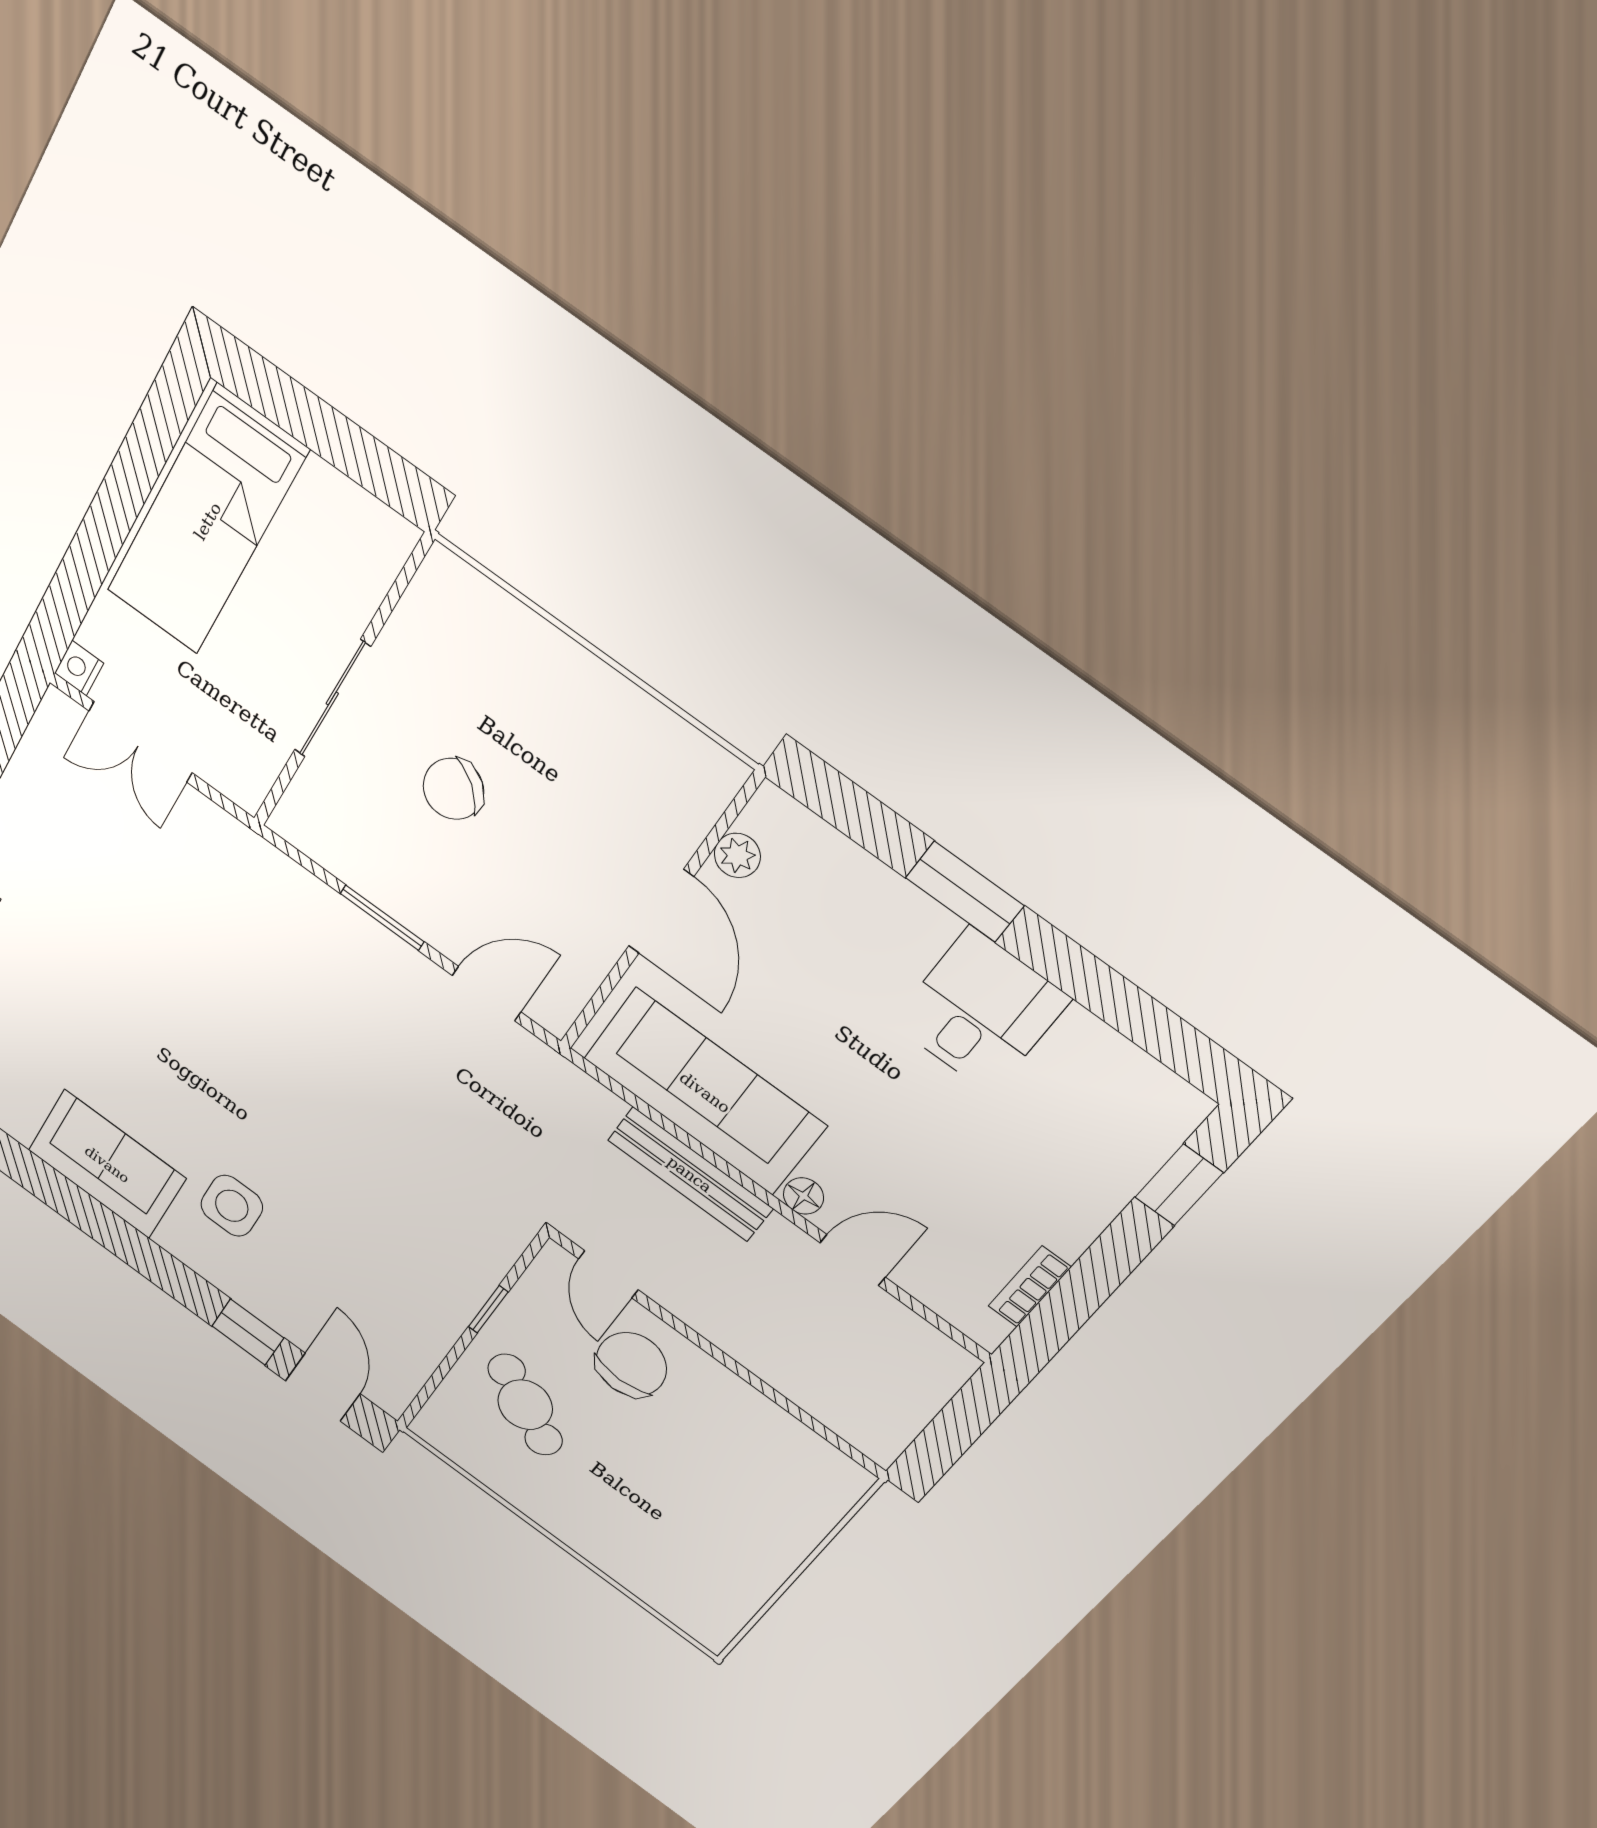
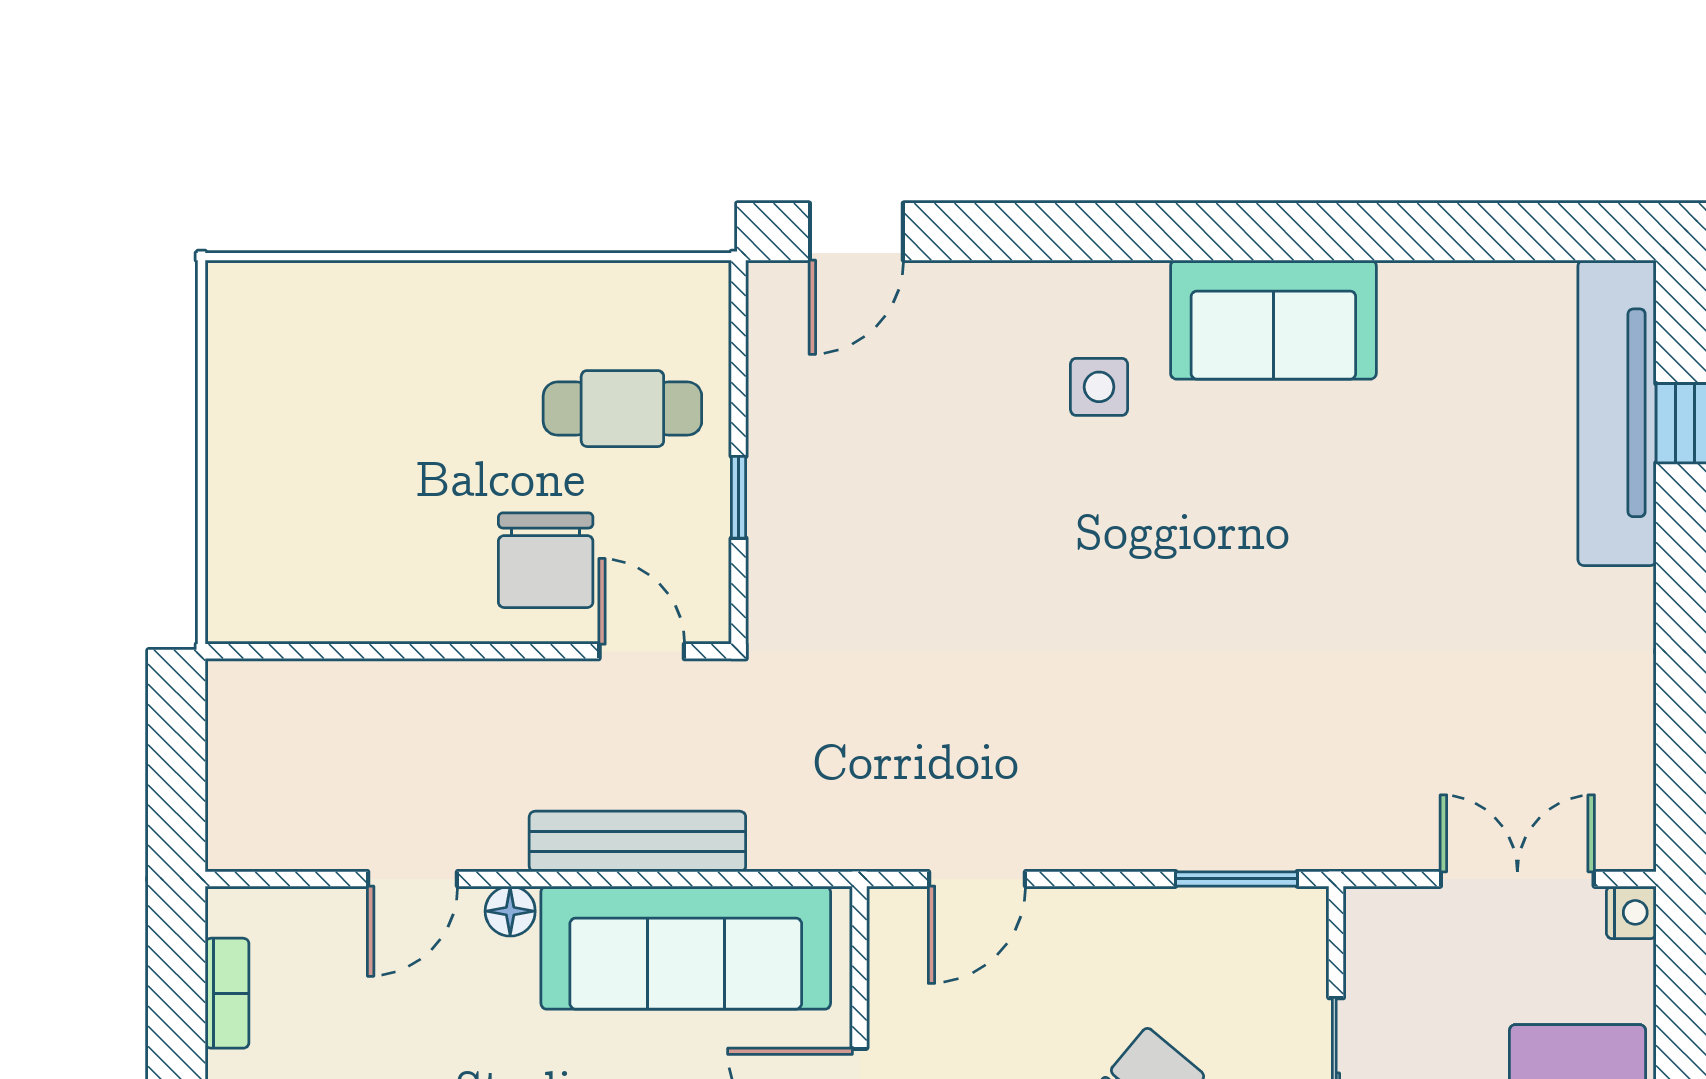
window: (382, 918) -> (1236, 879), moved
side table: (232, 1206) -> (1099, 387), width x0.73, depth x0.73
window: (248, 1332) -> (985, 232), removed
door: (323, 1387) -> (856, 232), hinge flipped
cafe table: (525, 1405) -> (622, 409), turned -30

